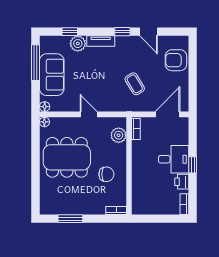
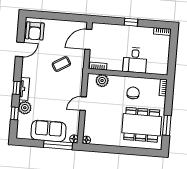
window: (122, 32) -> (17, 88), moved
armchair: (176, 60) -> (35, 31), moved
window: (35, 63) -> (58, 145), moved
door: (168, 114) -> (88, 39), hinge flipped
dining table: (67, 157) -> (142, 125), moved, turned 90
desk: (174, 159) -> (135, 60), moved, turned 180
printer: (182, 182) -> (144, 32), removed

